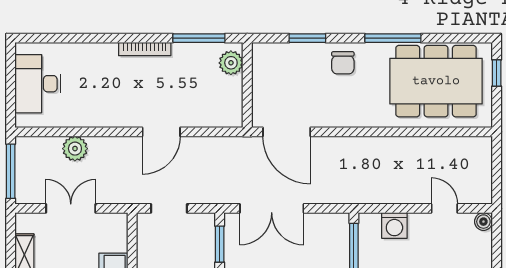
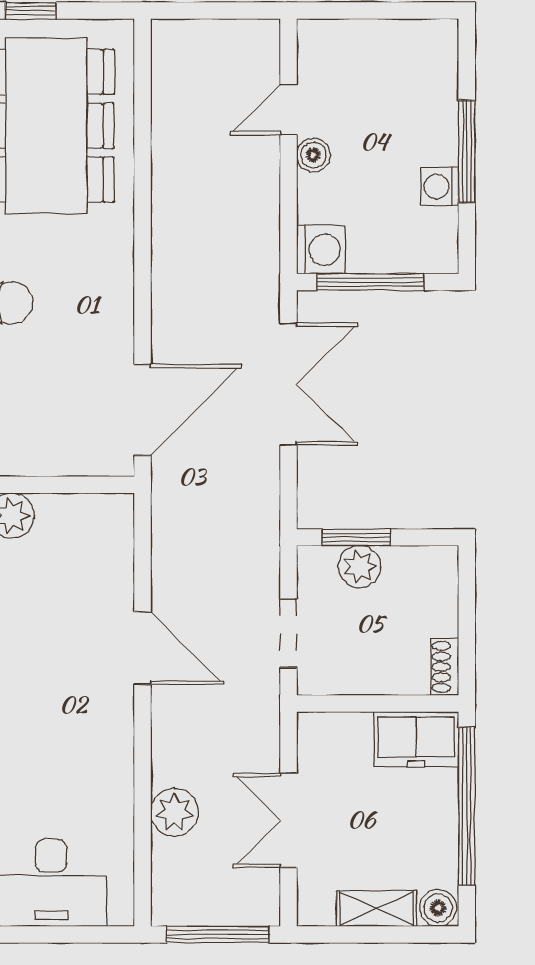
double door: (272, 208) -> (288, 384), moved
boiler: (483, 222) -> (313, 155), moved
washing machine: (394, 226) -> (321, 250), moved
plant: (204, 246) -> (359, 567), added

